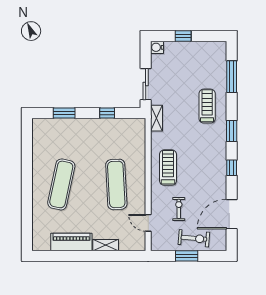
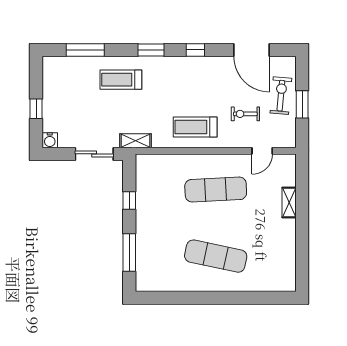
window: (64, 113) -> (129, 253), width x1.44
piano: (71, 242) -> (285, 244), removed

